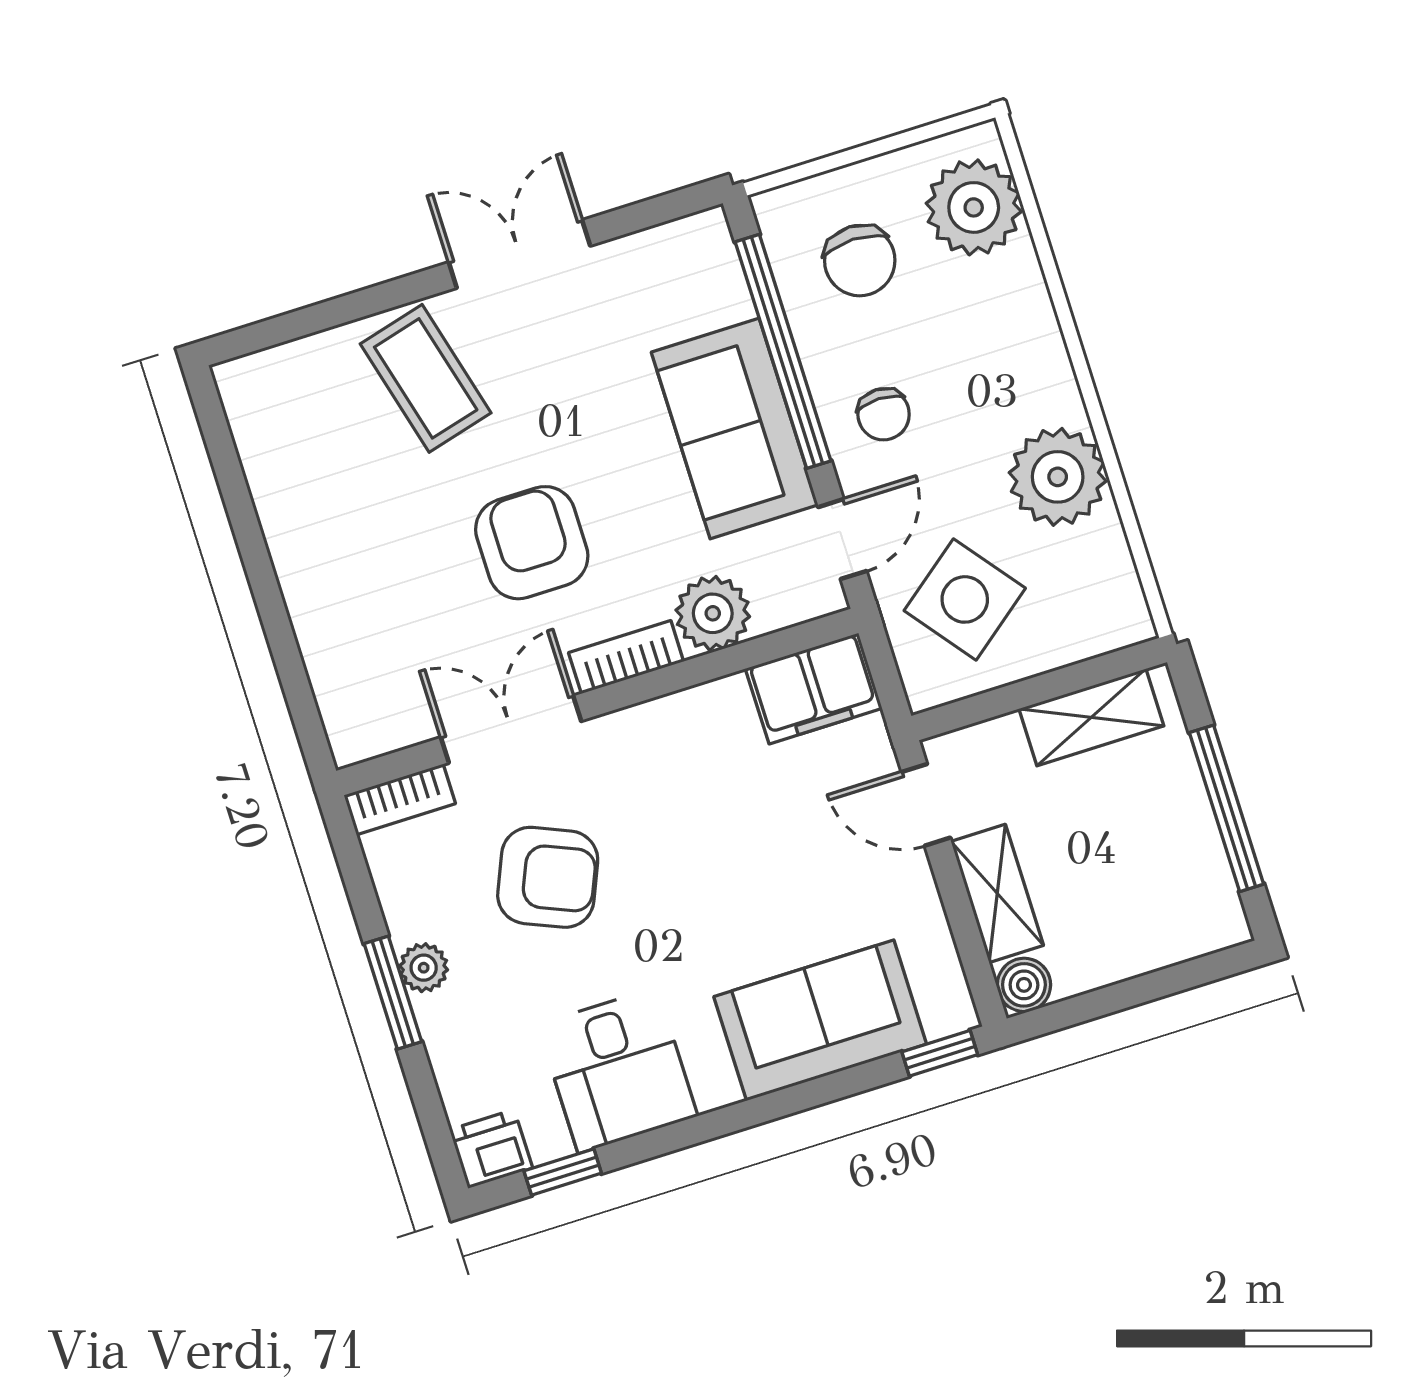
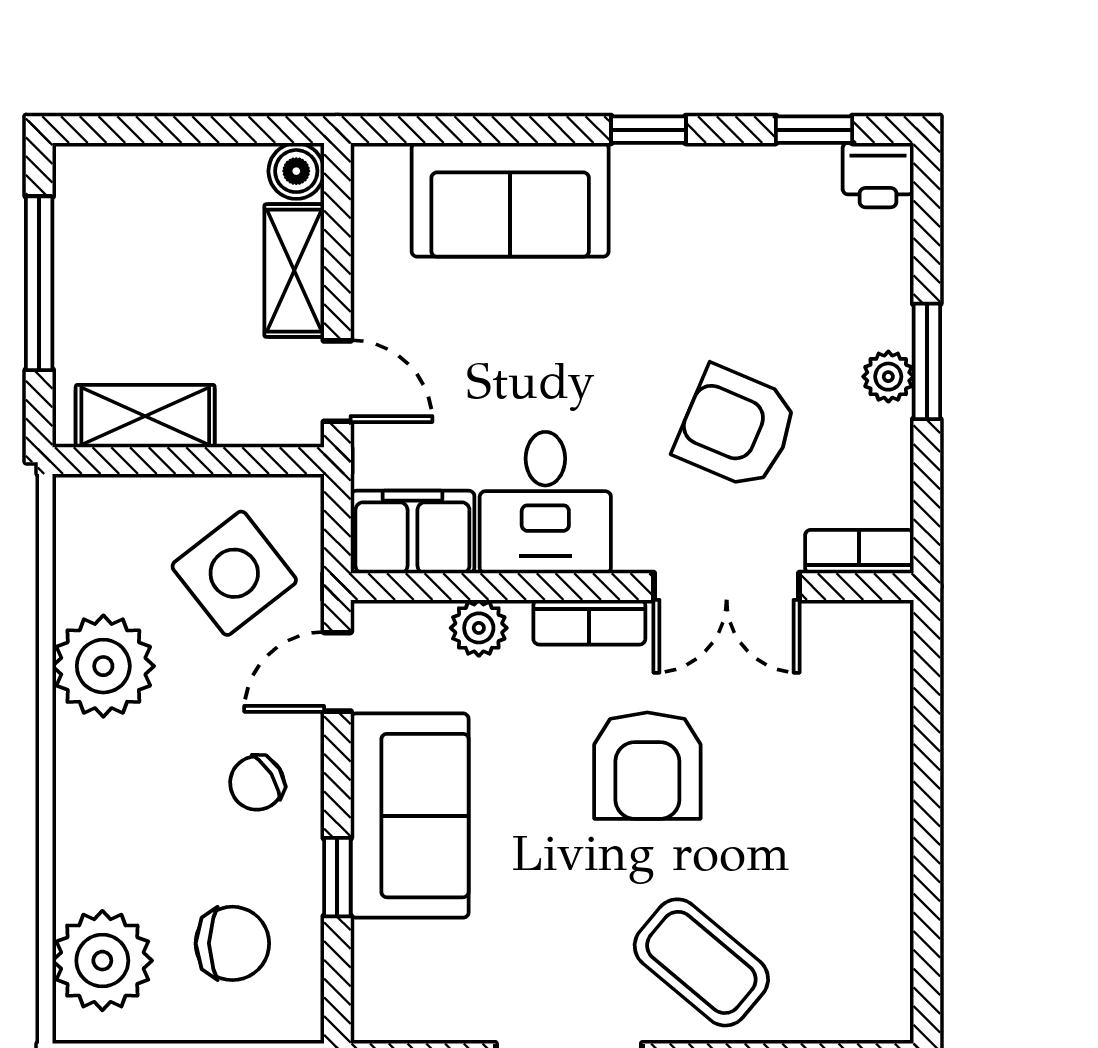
chair: (860, 261) -> (232, 943), turned 90
window: (783, 351) -> (337, 877), width x0.32
coffee table: (426, 378) -> (701, 962), turned -35
chair: (884, 414) -> (257, 783), turned -122
plant: (713, 613) -> (479, 628), width x0.73, depth x0.73
window: (940, 1053) -> (648, 130), moved
desk: (618, 1070) -> (545, 503), moved, turned 180

